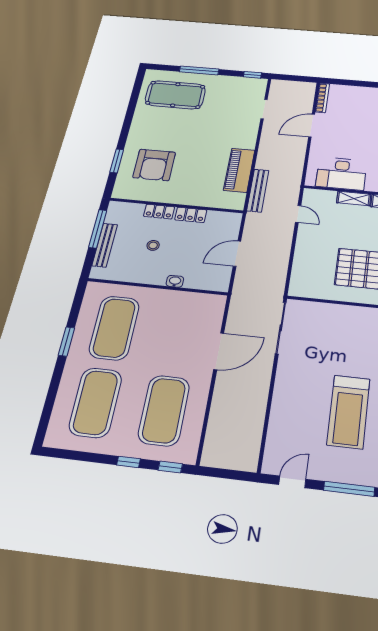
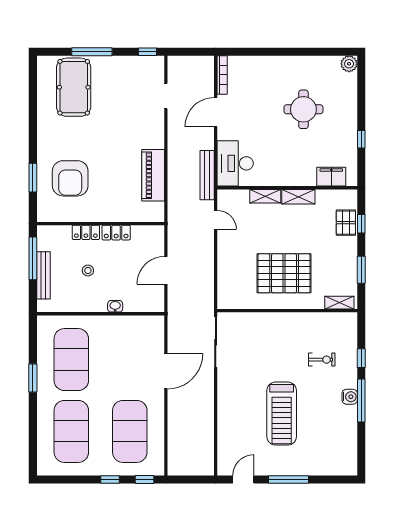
pool table: (175, 95) -> (74, 87), turned 90
desk: (341, 174) -> (235, 163), moved, turned 90
bench: (258, 190) -> (207, 175), moved

